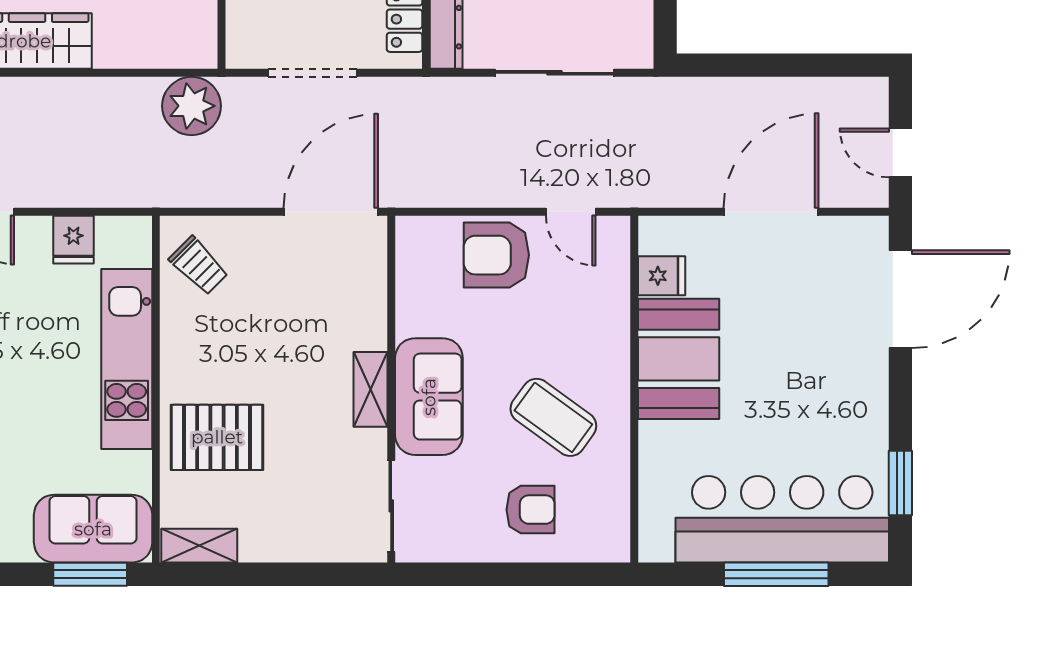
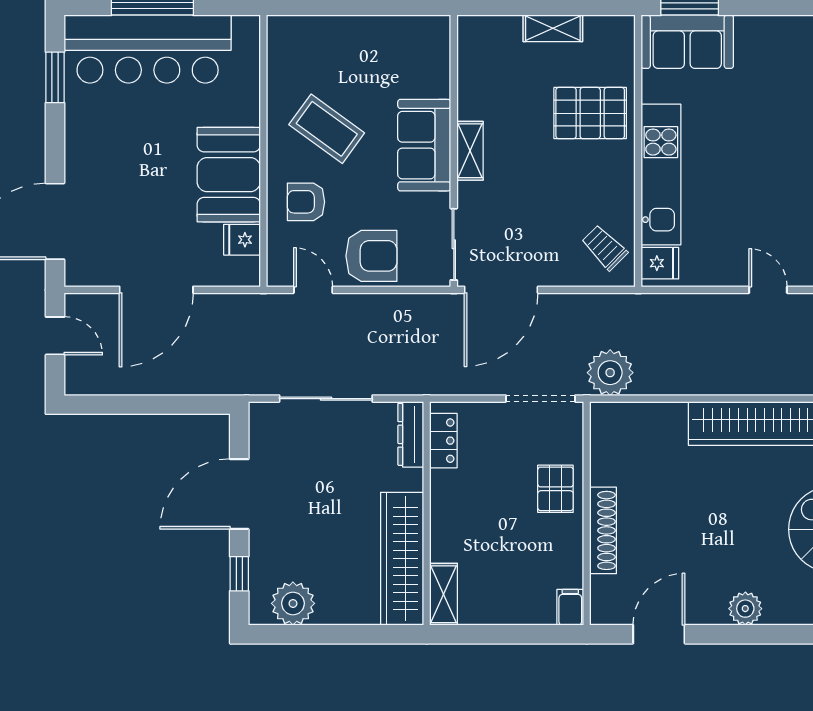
doorway: (313, 73) -> (540, 399), moved
fridge: (73, 240) -> (660, 263), moved, turned 90
sliding door: (391, 506) -> (454, 244), moved
armchair: (531, 510) -> (306, 202), moved
shelving: (199, 546) -> (553, 28), moved

